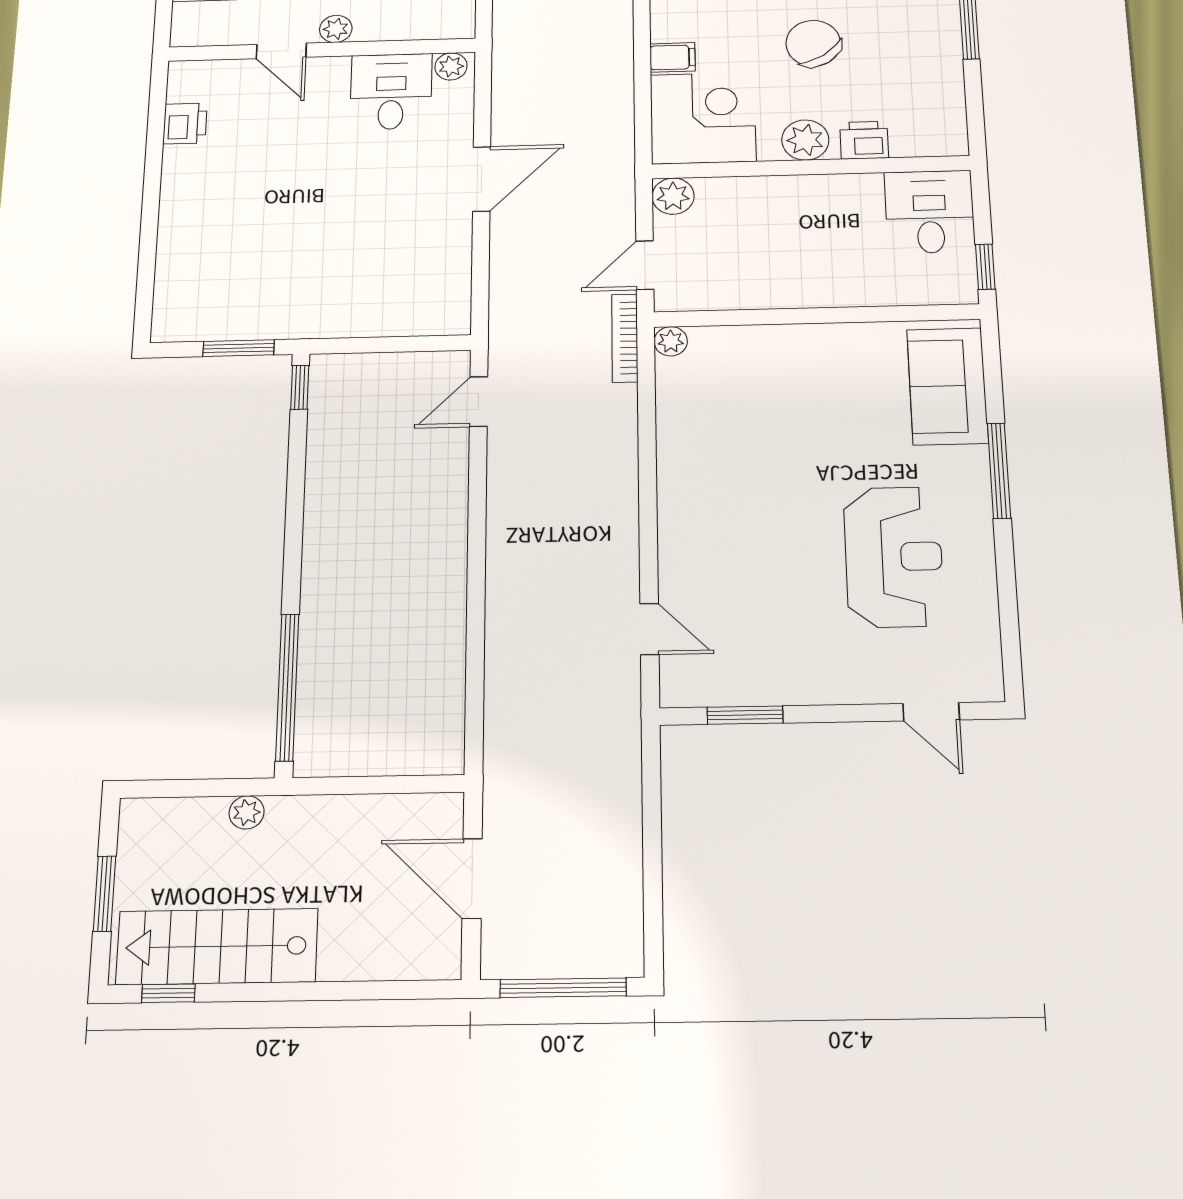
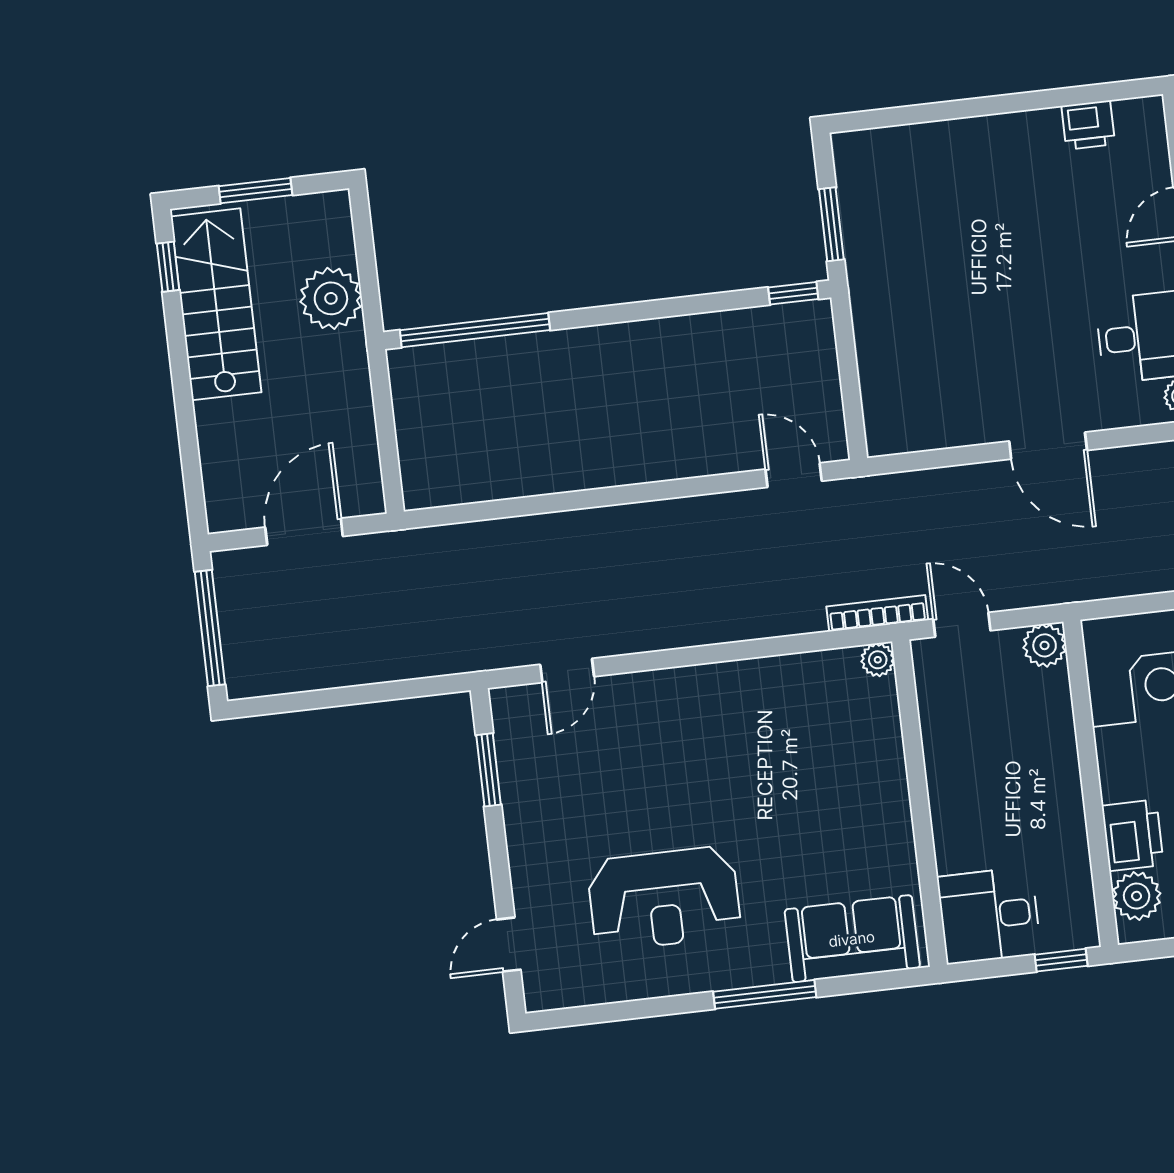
plant: (805, 140) -> (1137, 896), moved
printer: (864, 140) -> (1133, 835), width x1.36, depth x1.24
desk: (930, 212) -> (989, 915), moved, turned 180
window: (985, 267) -> (1061, 960), moved
plant: (247, 812) -> (331, 298), width x1.88, depth x1.88

